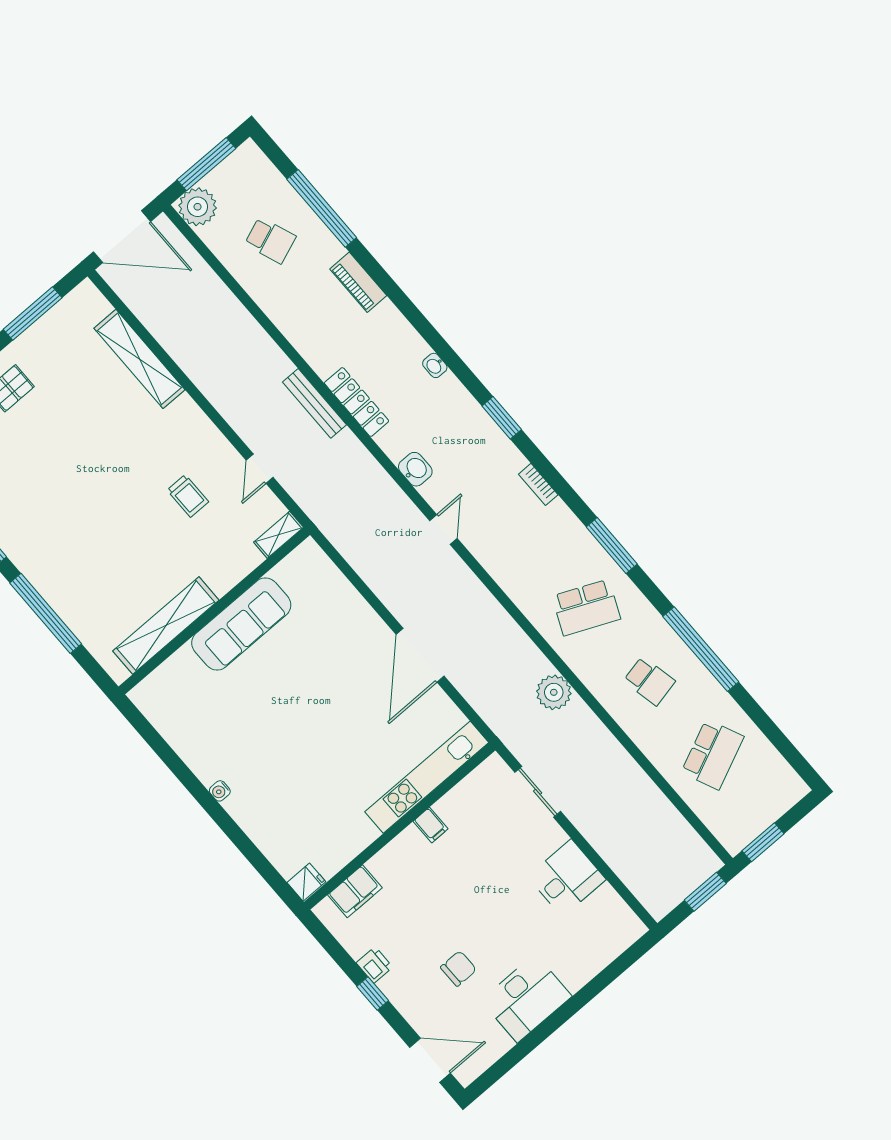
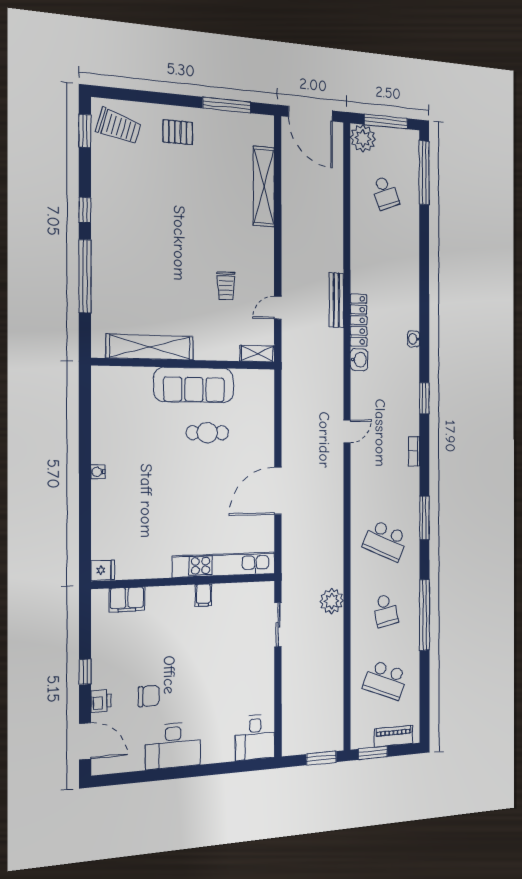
window: (322, 208) -> (424, 173), moved
piano: (358, 282) -> (393, 736), moved, turned 90
washbasin: (415, 469) -> (359, 360), moved
cafe table: (296, 660) -> (207, 433), added
plant: (554, 692) -> (332, 601), moved
school desk: (712, 754) -> (385, 680), turned 45
desk: (567, 878) -> (255, 737), moved, turned 90
printer: (374, 965) -> (101, 701), moved

